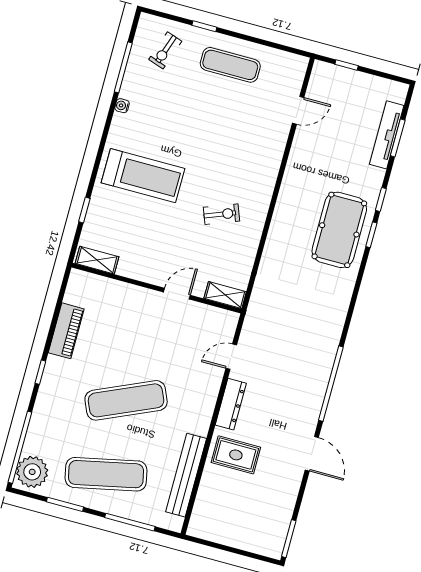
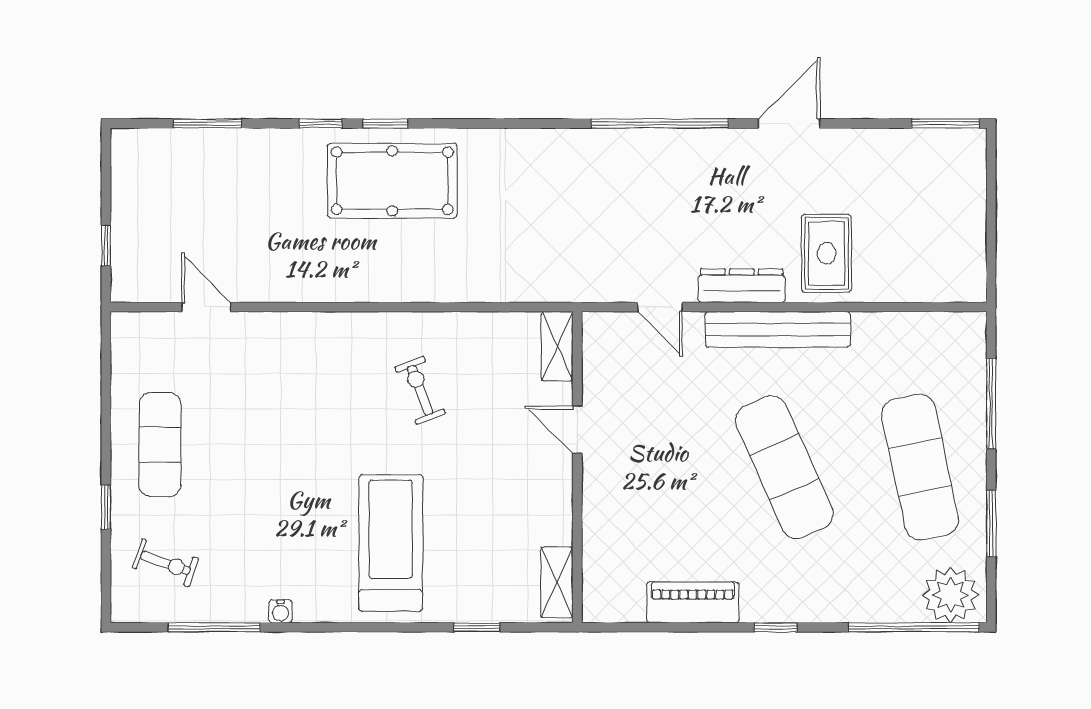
tv unit: (387, 135) -> (207, 144), removed
bench: (186, 475) -> (778, 329), moved

